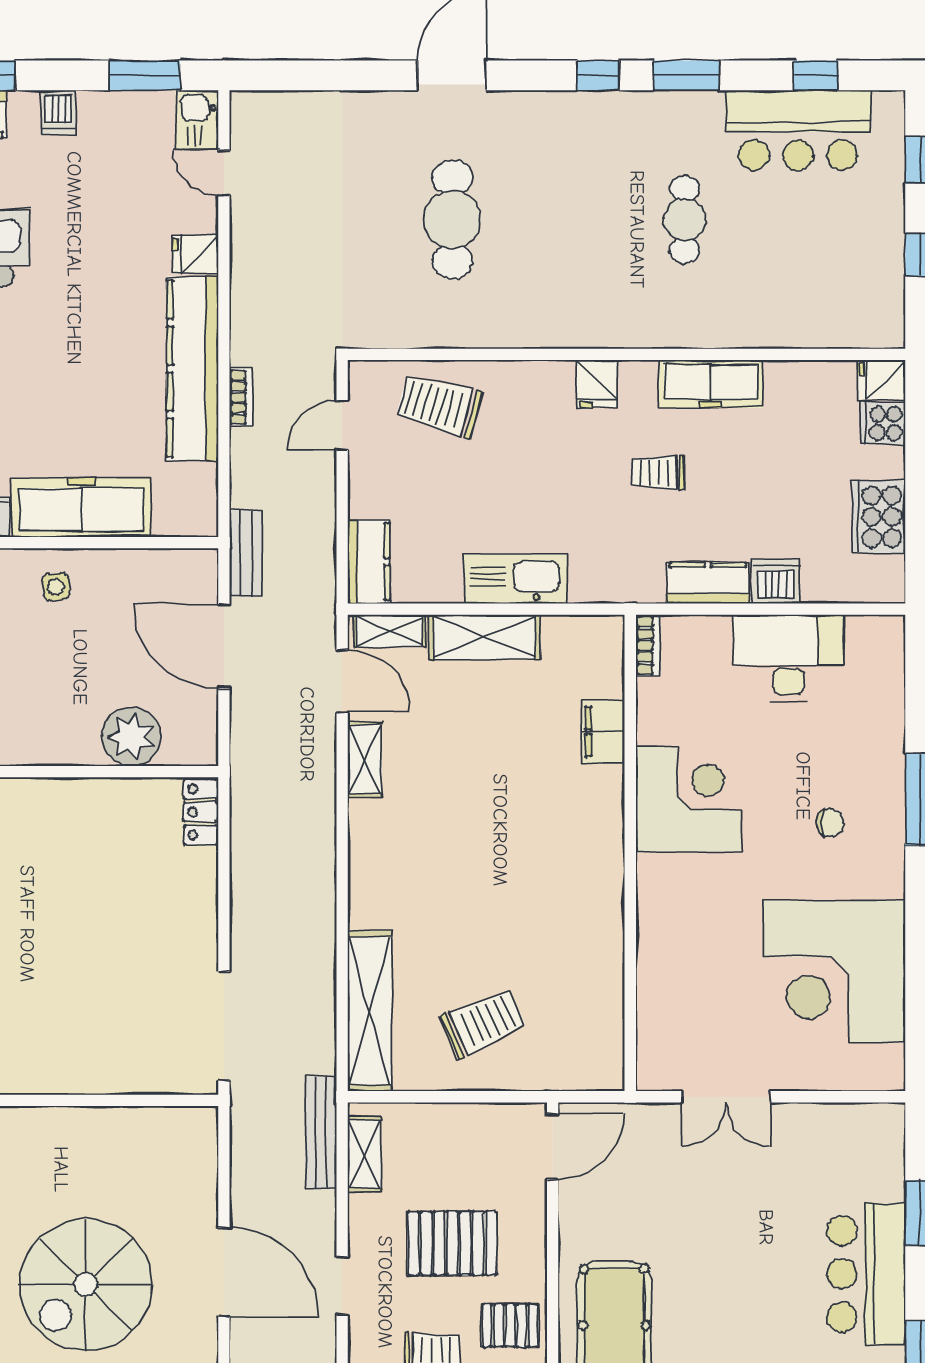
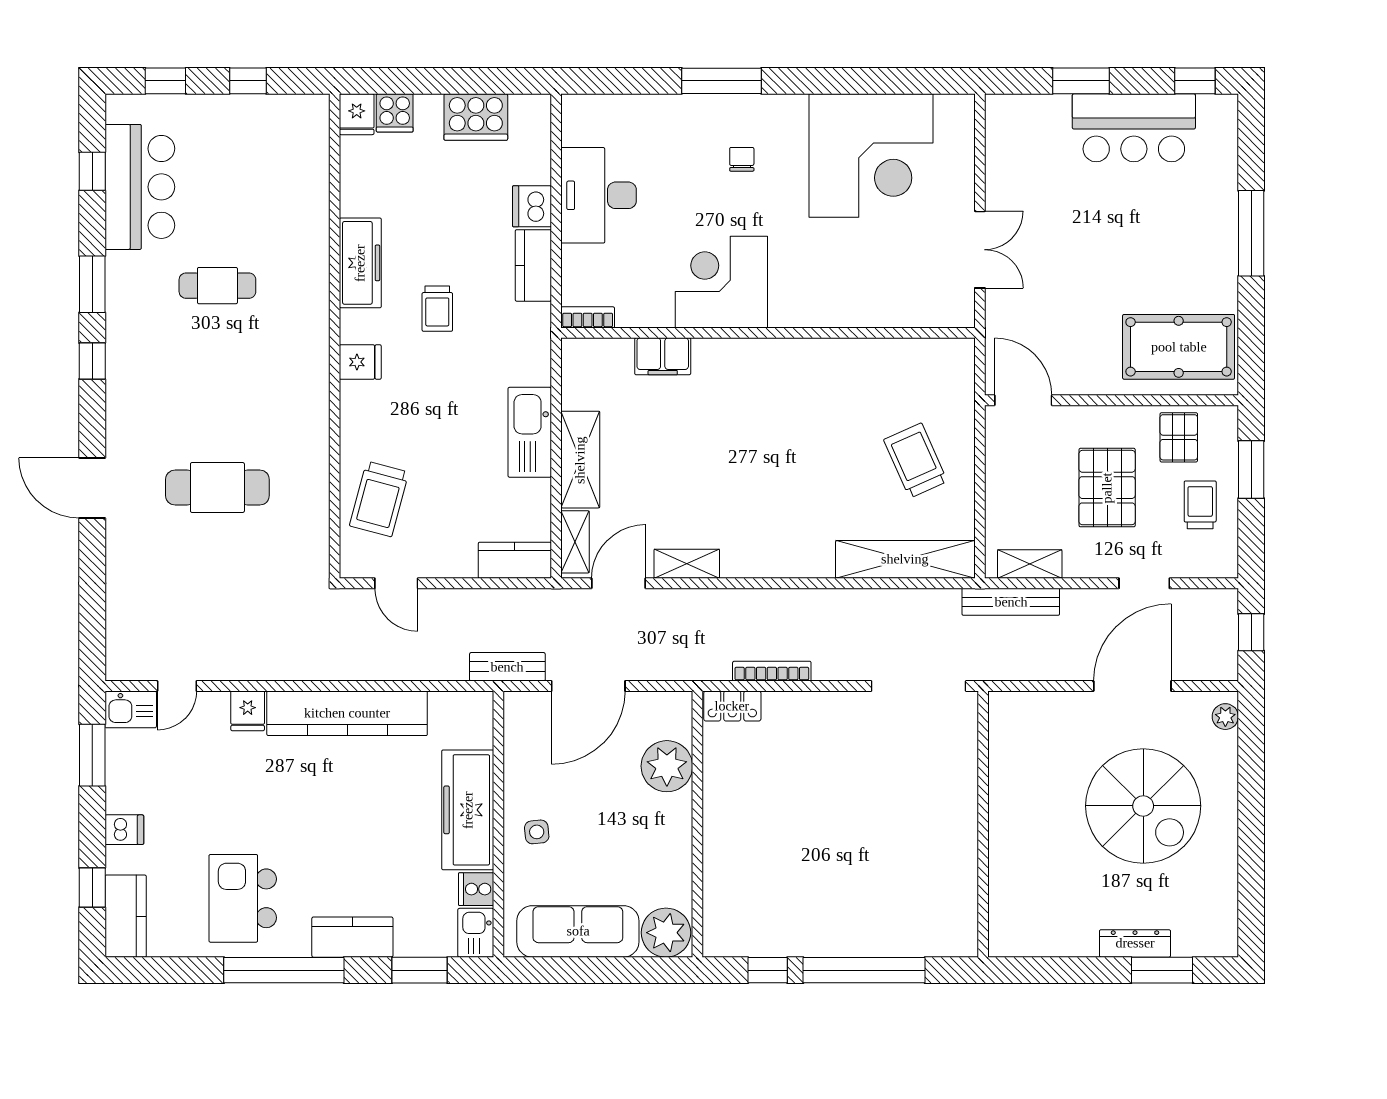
bookcase: (241, 397) -> (772, 671), moved, width x1.56

